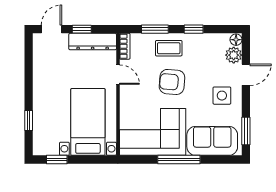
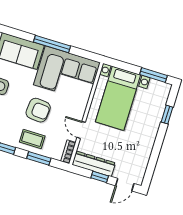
window: (57, 159) -> (153, 75), width x1.50

